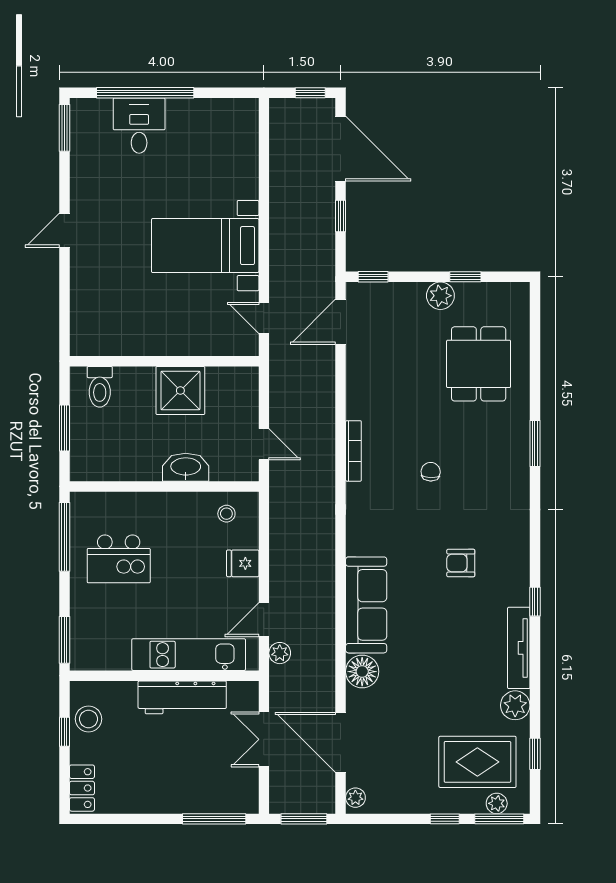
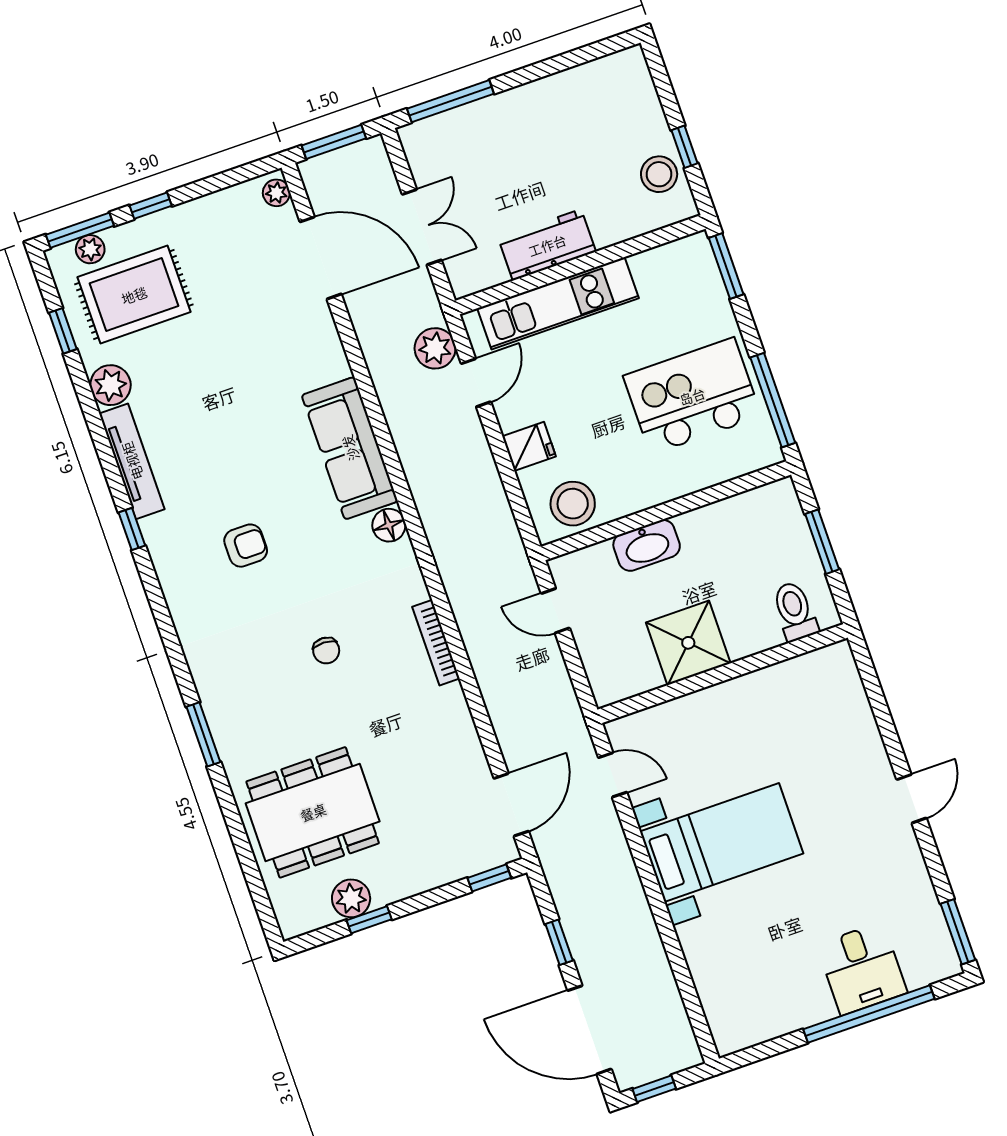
plant: (440, 296) -> (351, 898), moved
dining table: (479, 364) -> (313, 812), width x1.37
stool: (226, 514) -> (573, 504), width x1.89, depth x1.89
kitchen island: (119, 559) -> (692, 396), width x1.37, depth x1.28
plant: (280, 653) -> (435, 348), width x1.38, depth x1.38
floor lamp: (362, 672) -> (389, 525), moved, width x0.73, depth x0.73
workbench: (182, 697) -> (547, 245), width x0.73
locker: (82, 788) -> (636, 81), removed

